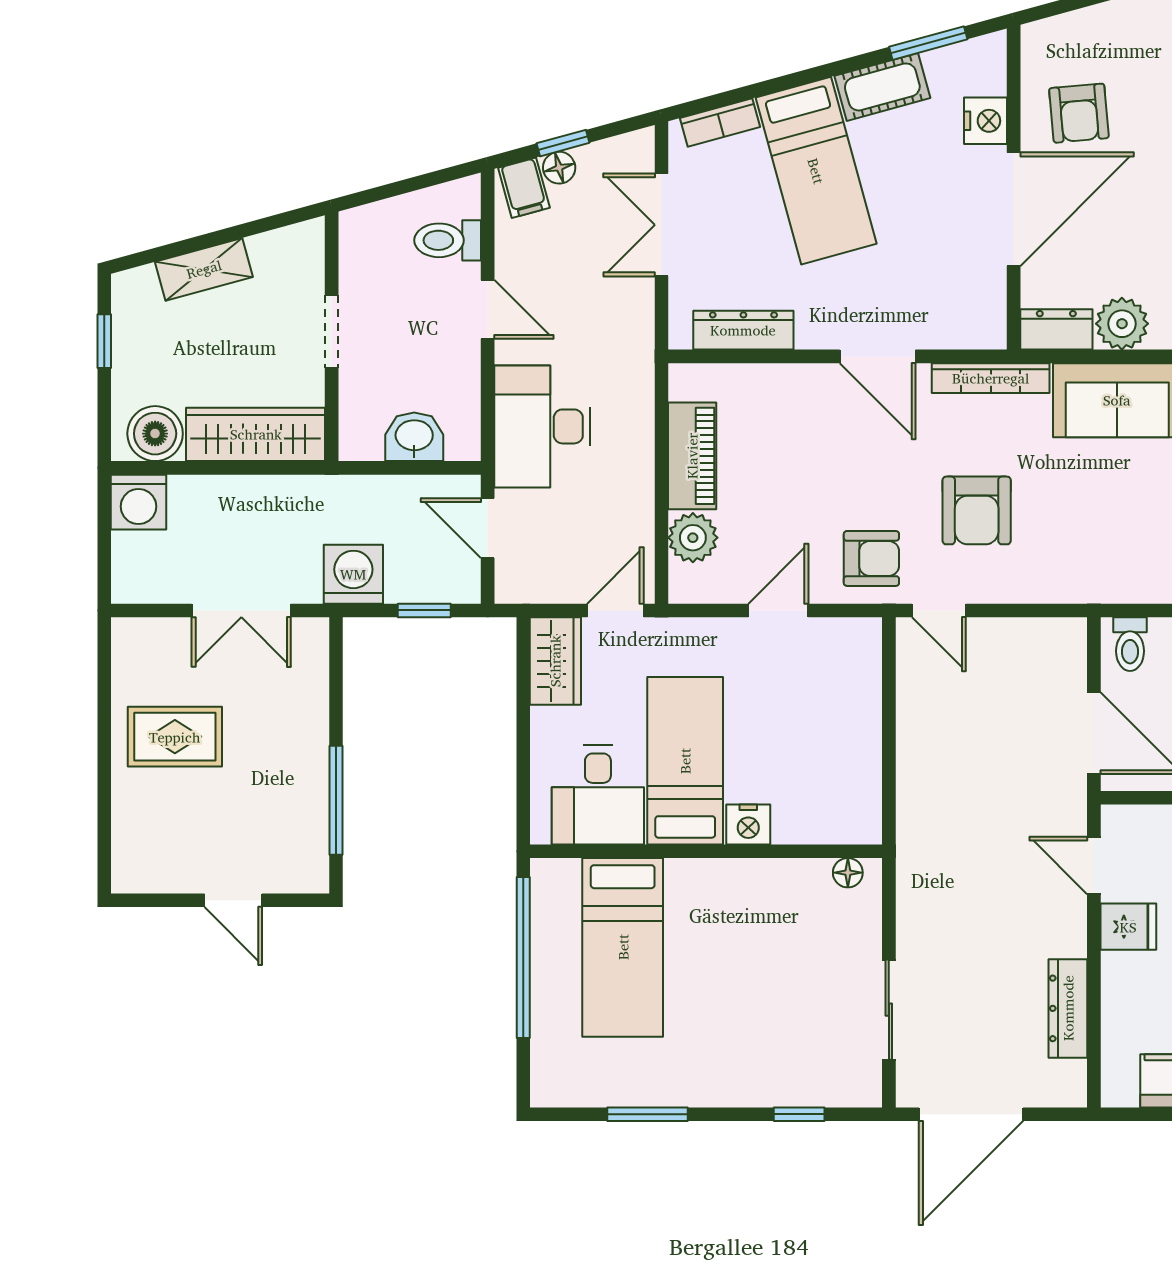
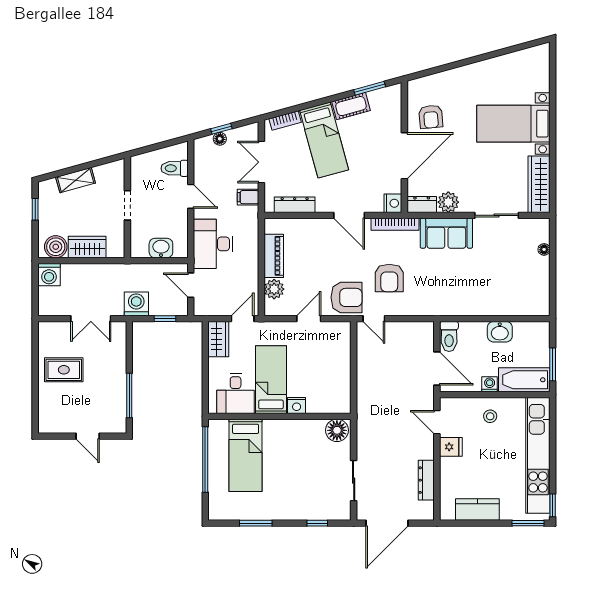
nightstand: (986, 121) -> (393, 203), moved
filing cabinet: (524, 188) -> (248, 197), moved, turned 105
wardrobe: (256, 434) -> (87, 247), width x0.67
armchair: (871, 558) -> (347, 297), width x1.38, depth x1.38
toilet: (1130, 644) -> (449, 336), width x1.37, depth x1.39
floor lamp: (848, 873) -> (337, 430), width x1.89, depth x1.89

